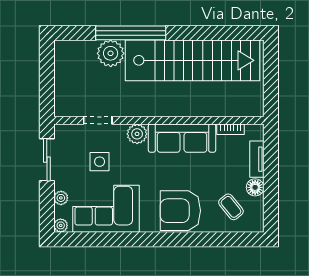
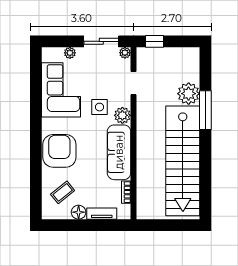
window: (131, 33) -> (205, 110), width x0.68
window: (47, 95) -> (154, 41), added
side table: (100, 162) -> (99, 107), moved
plant: (61, 225) -> (125, 53), moved

